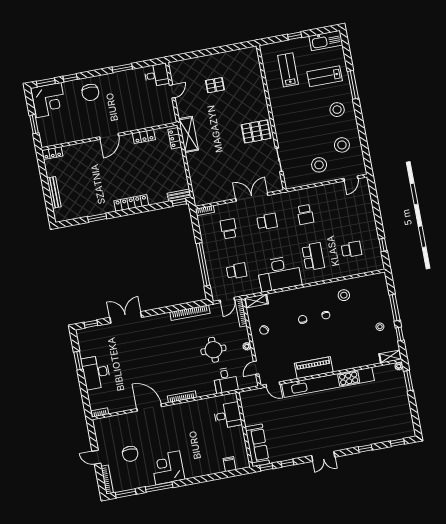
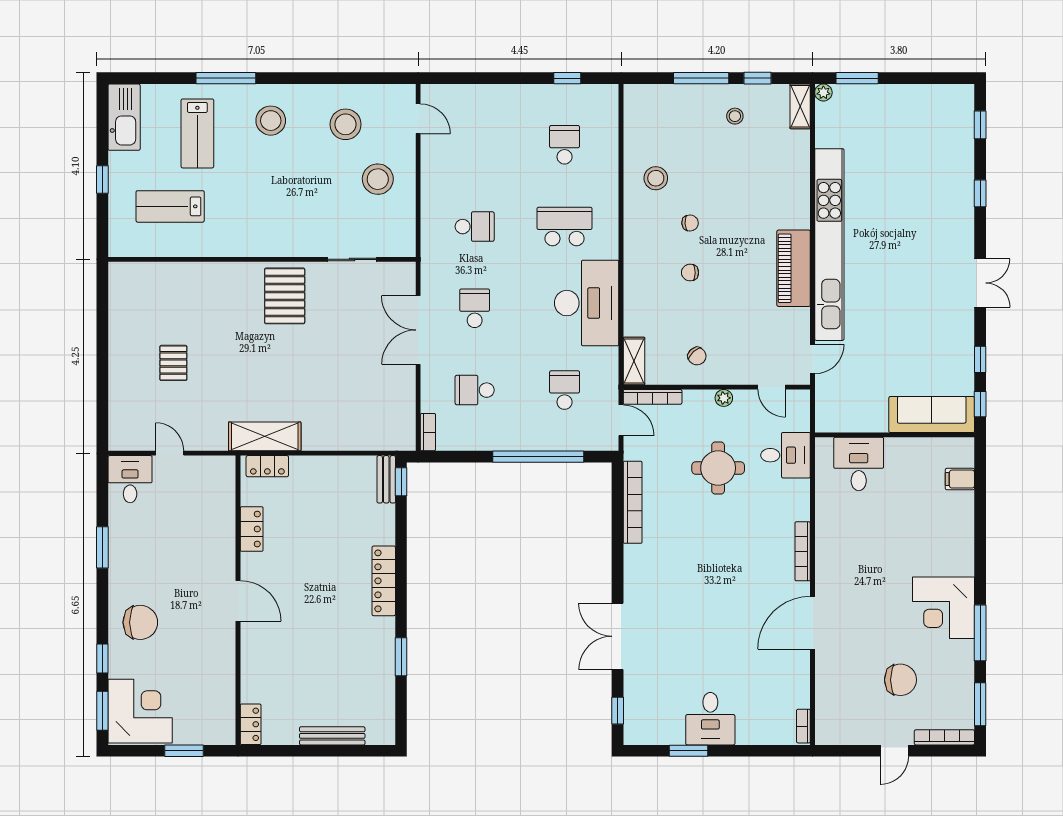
desk: (96, 372) -> (710, 719), width x0.73

